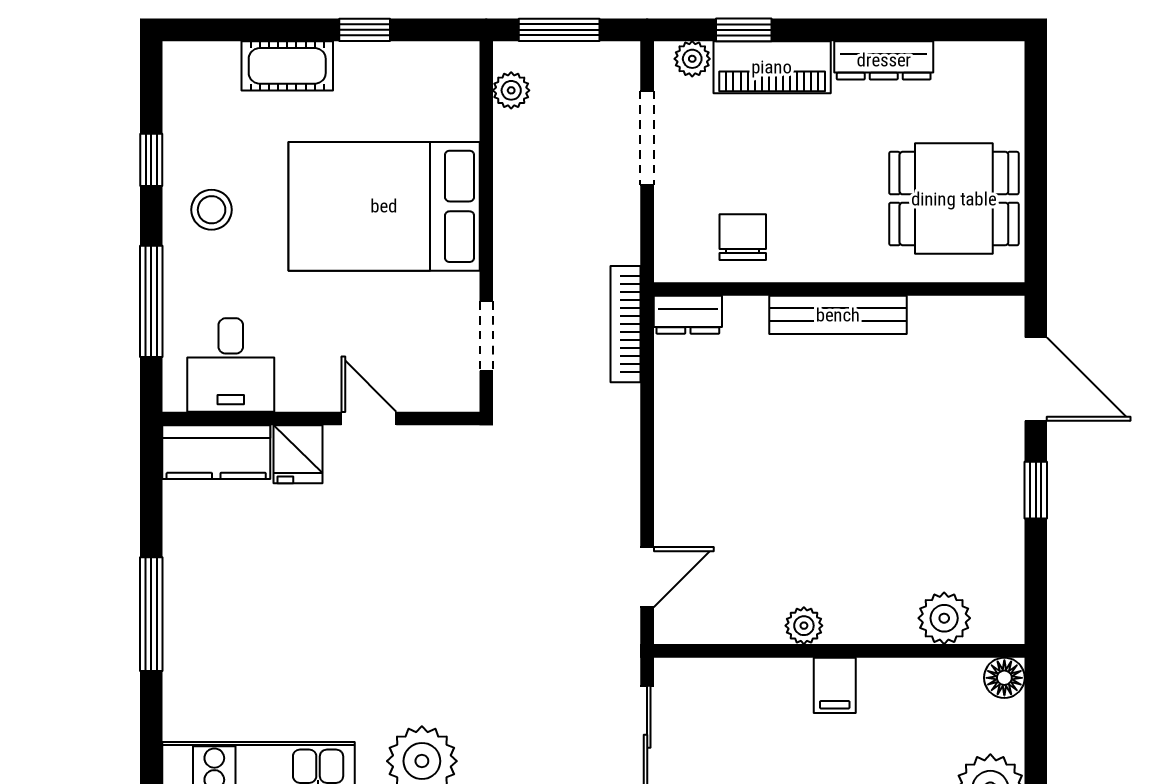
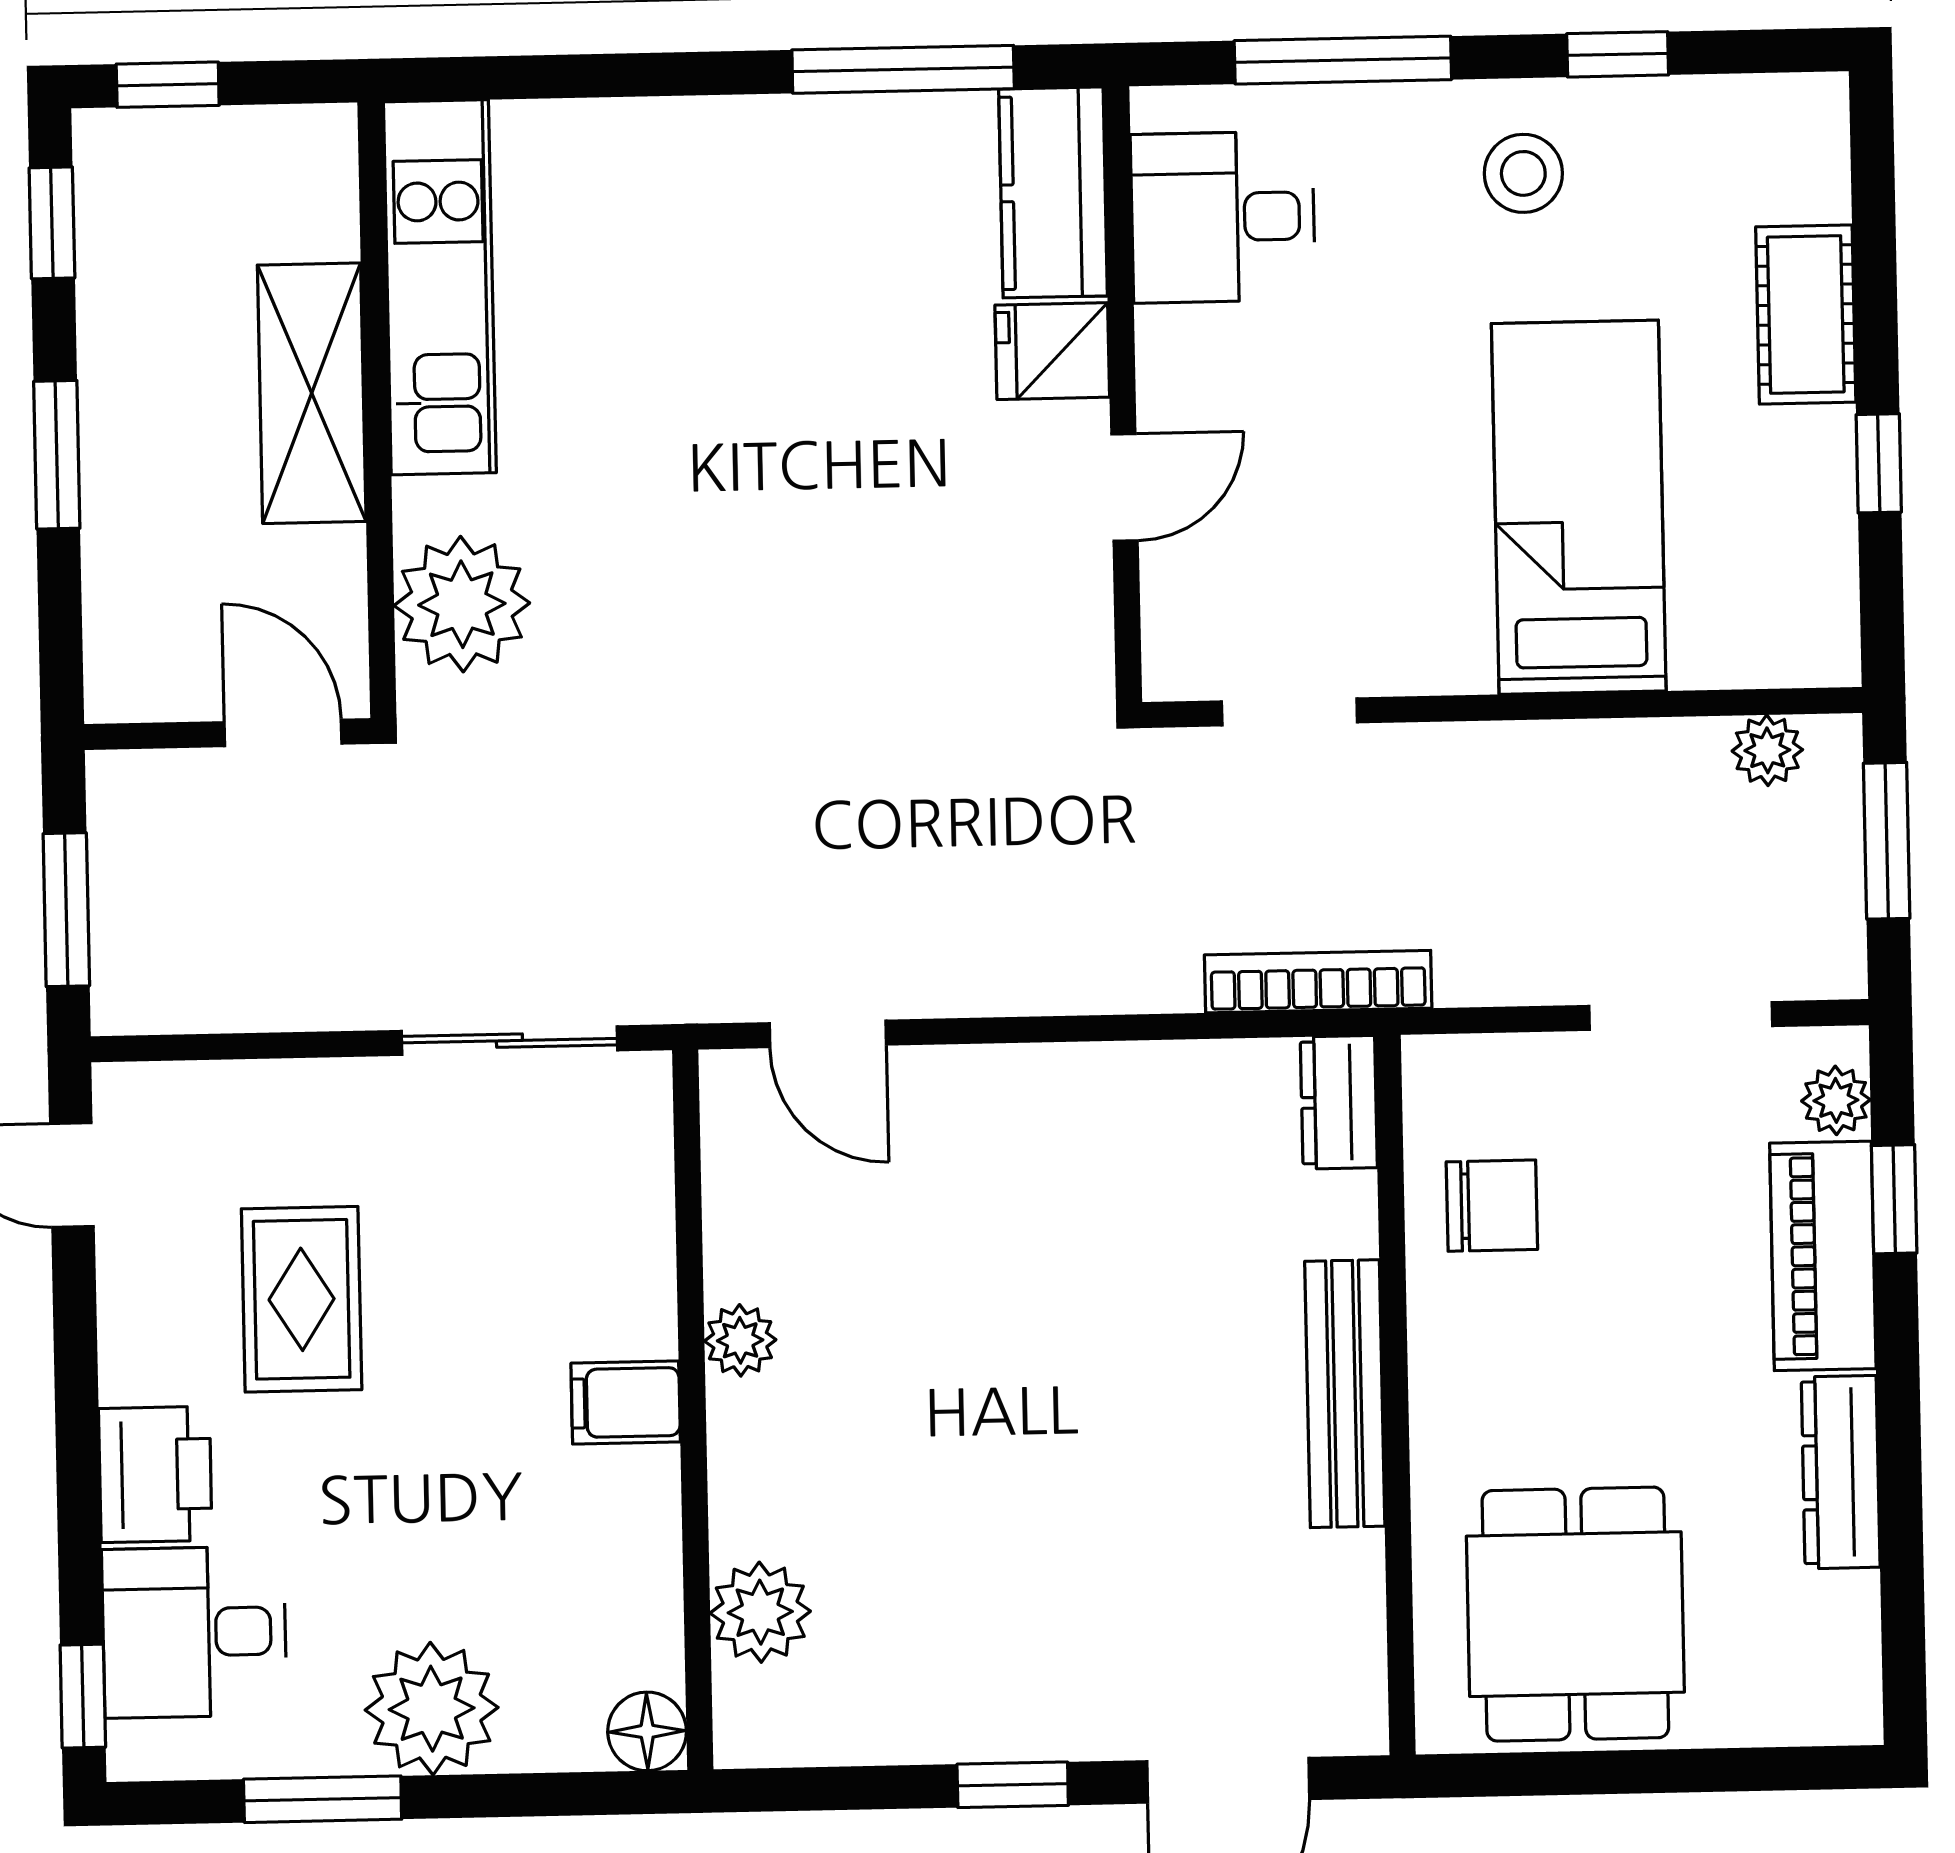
bed: (384, 206) -> (1579, 507), width x0.67
window: (151, 614) -> (903, 69), moved

